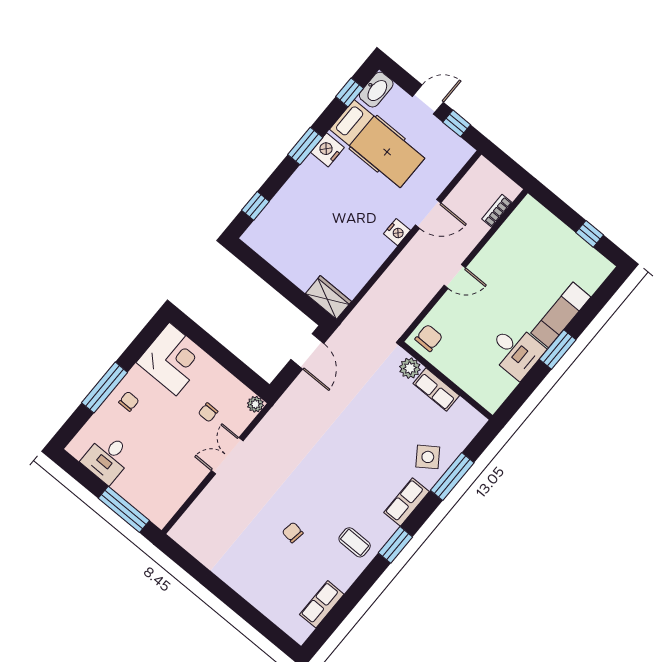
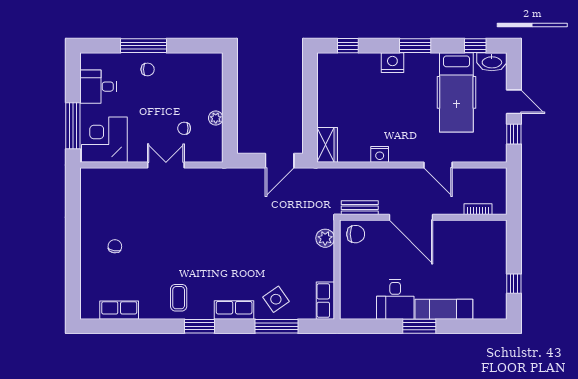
nightstand: (327, 150) -> (392, 63), moved
nightstand: (397, 232) -> (380, 154), moved
door: (455, 276) -> (411, 217), width x1.87
bench: (408, 315) -> (360, 208), added
corner desk: (173, 359) -> (104, 140), moved, turned 180
row of seats: (436, 390) -> (325, 301), moved
plant: (255, 404) -> (216, 118), moved
chair: (293, 532) -> (115, 246), moved

